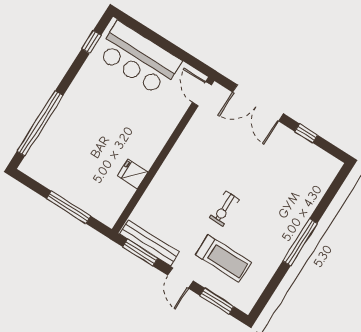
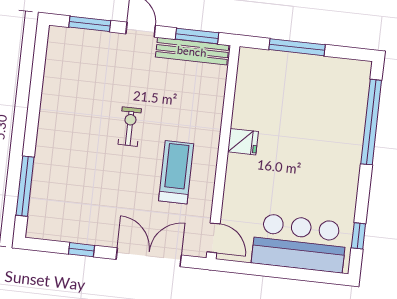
fridge: (133, 174) -> (243, 142), moved
window: (300, 242) -> (25, 186), moved
treadmill: (223, 258) -> (176, 172), moved, turned 90

